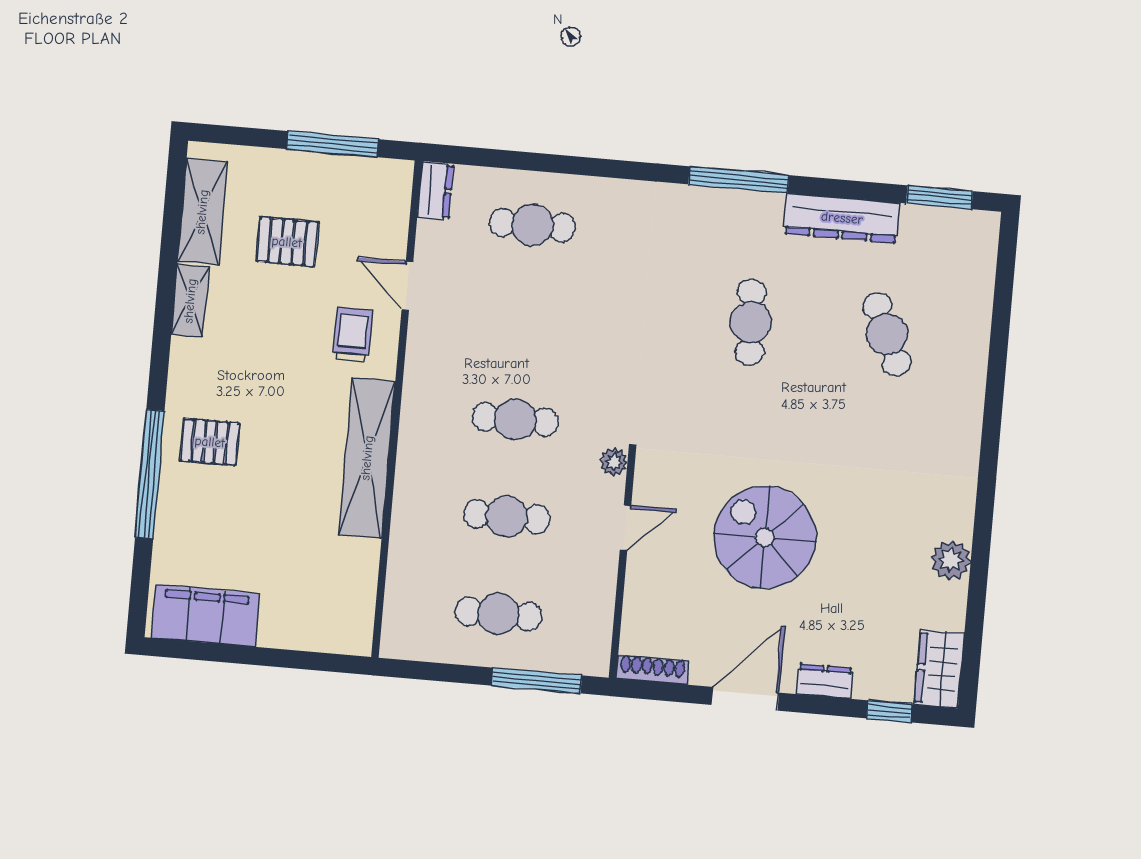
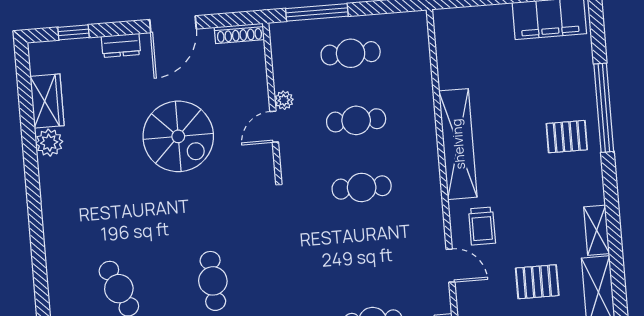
plant: (614, 462) -> (284, 100), moved
wardrobe: (939, 669) -> (47, 101), moved

